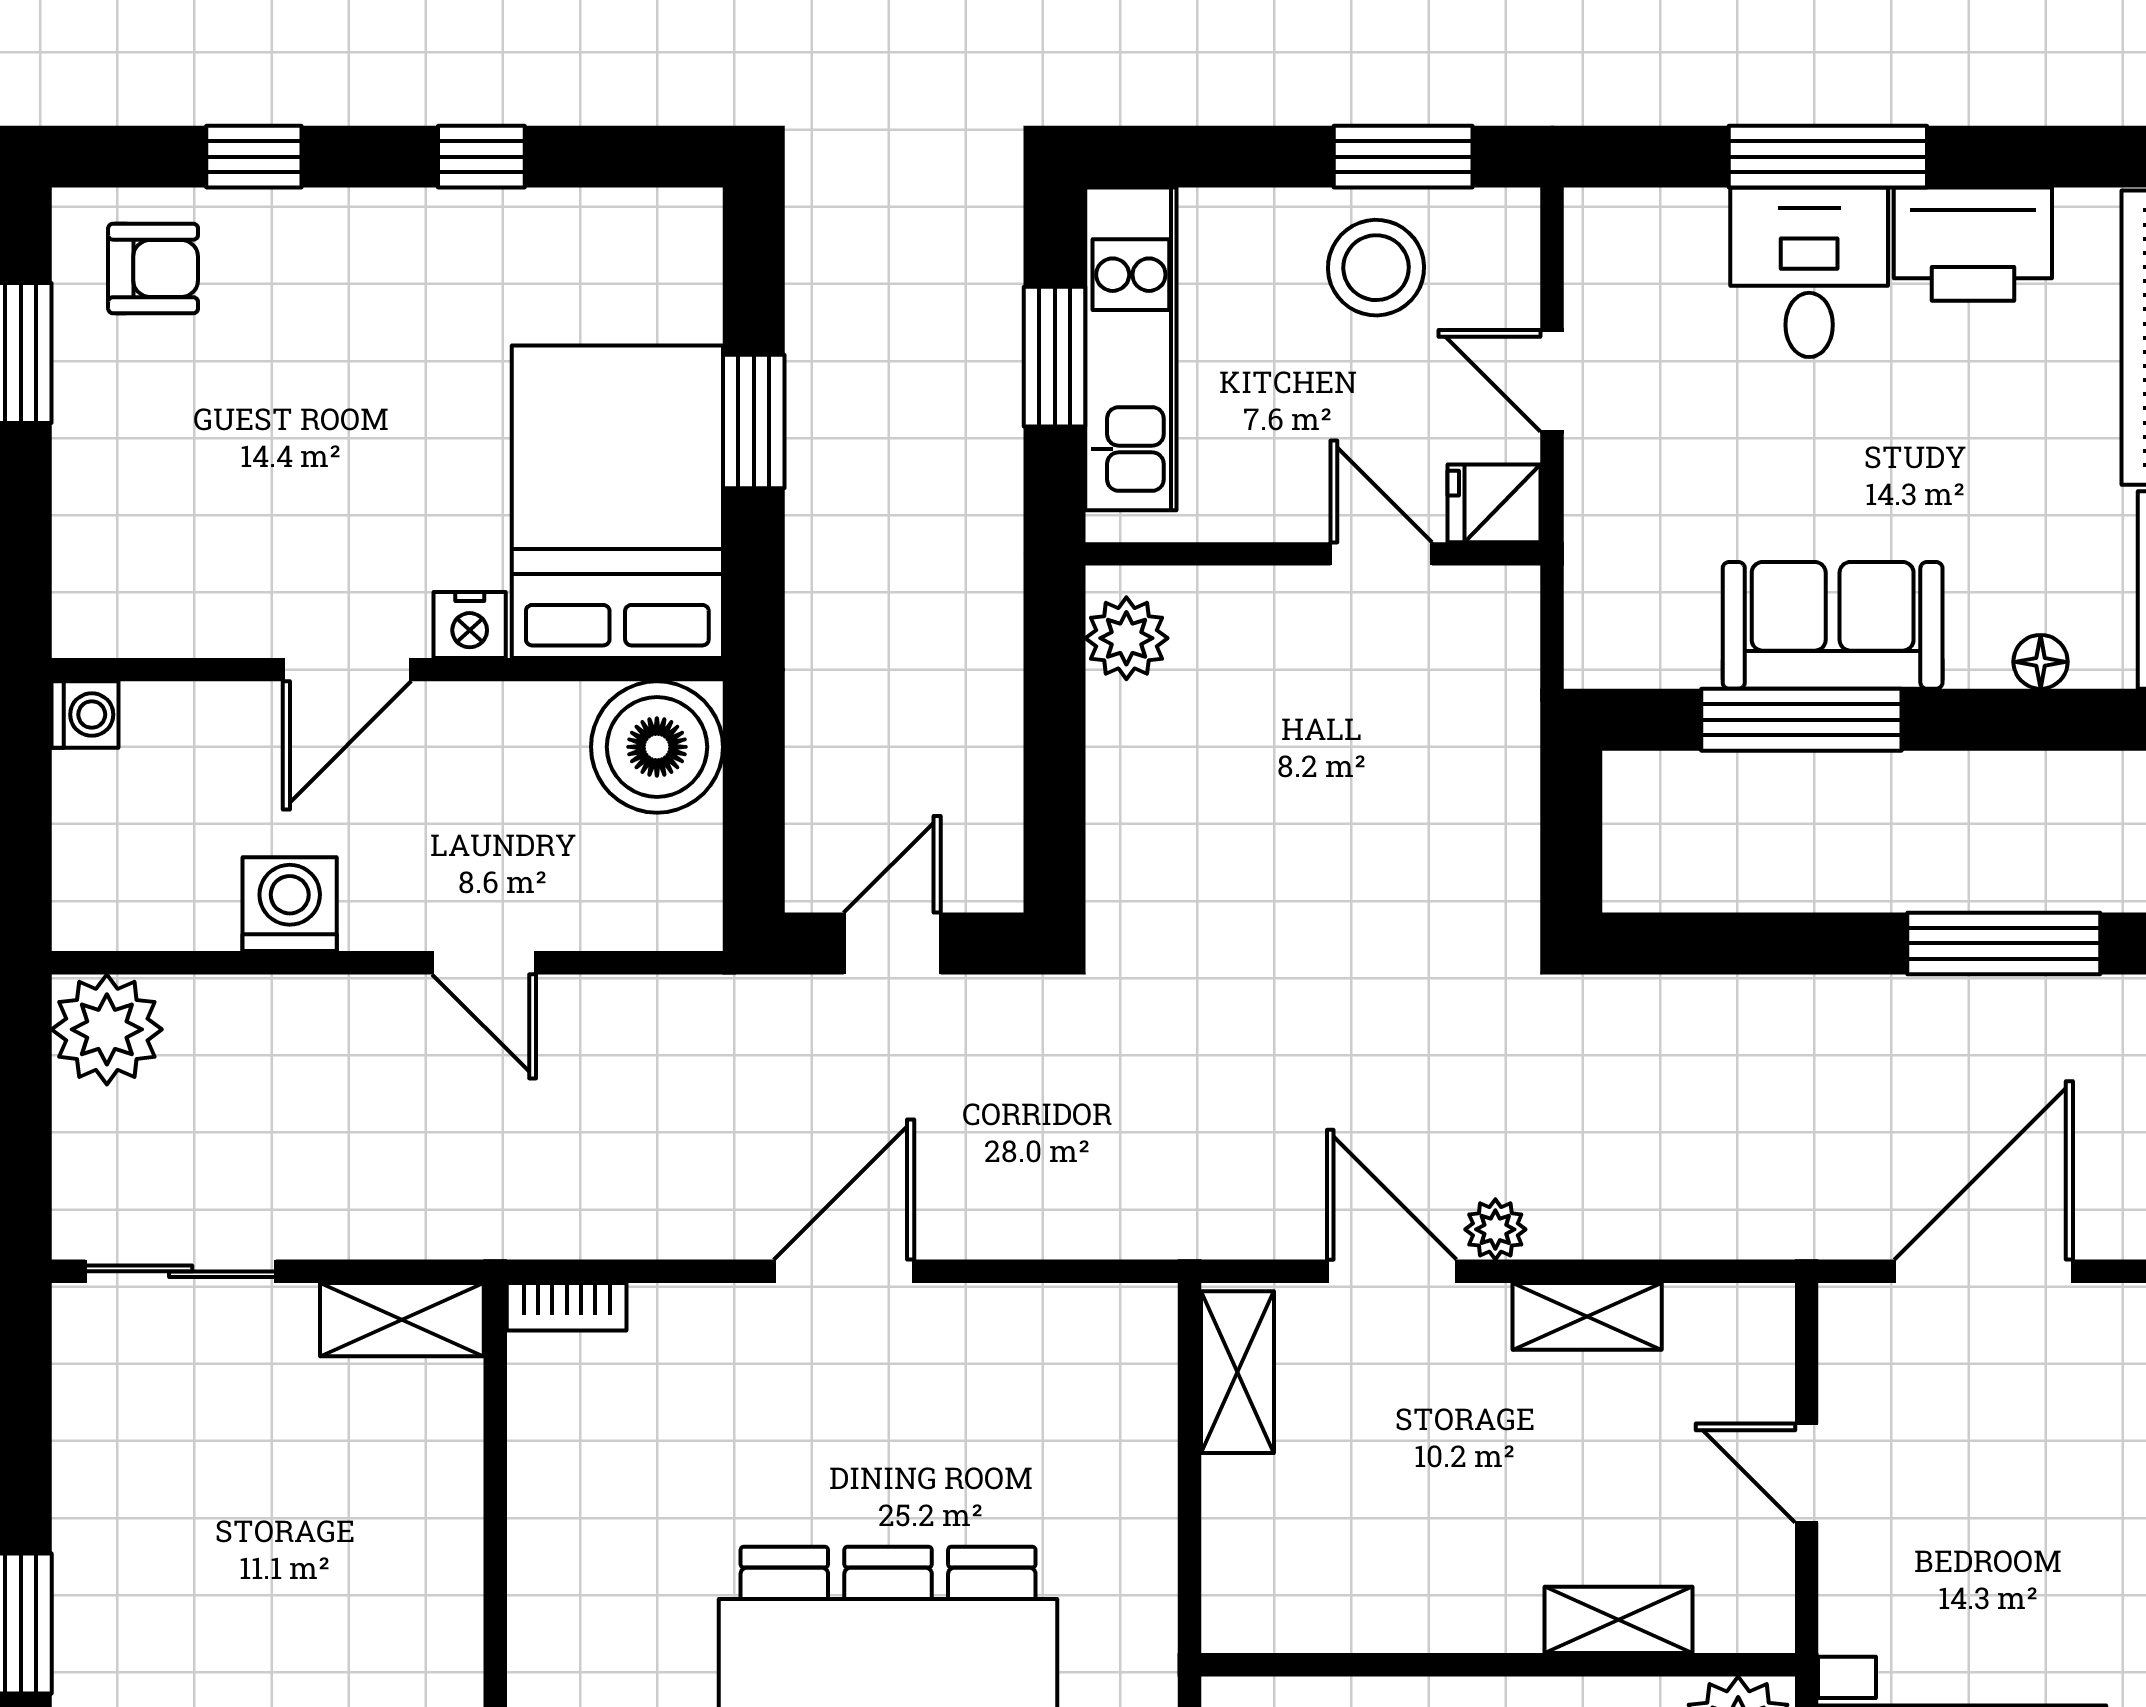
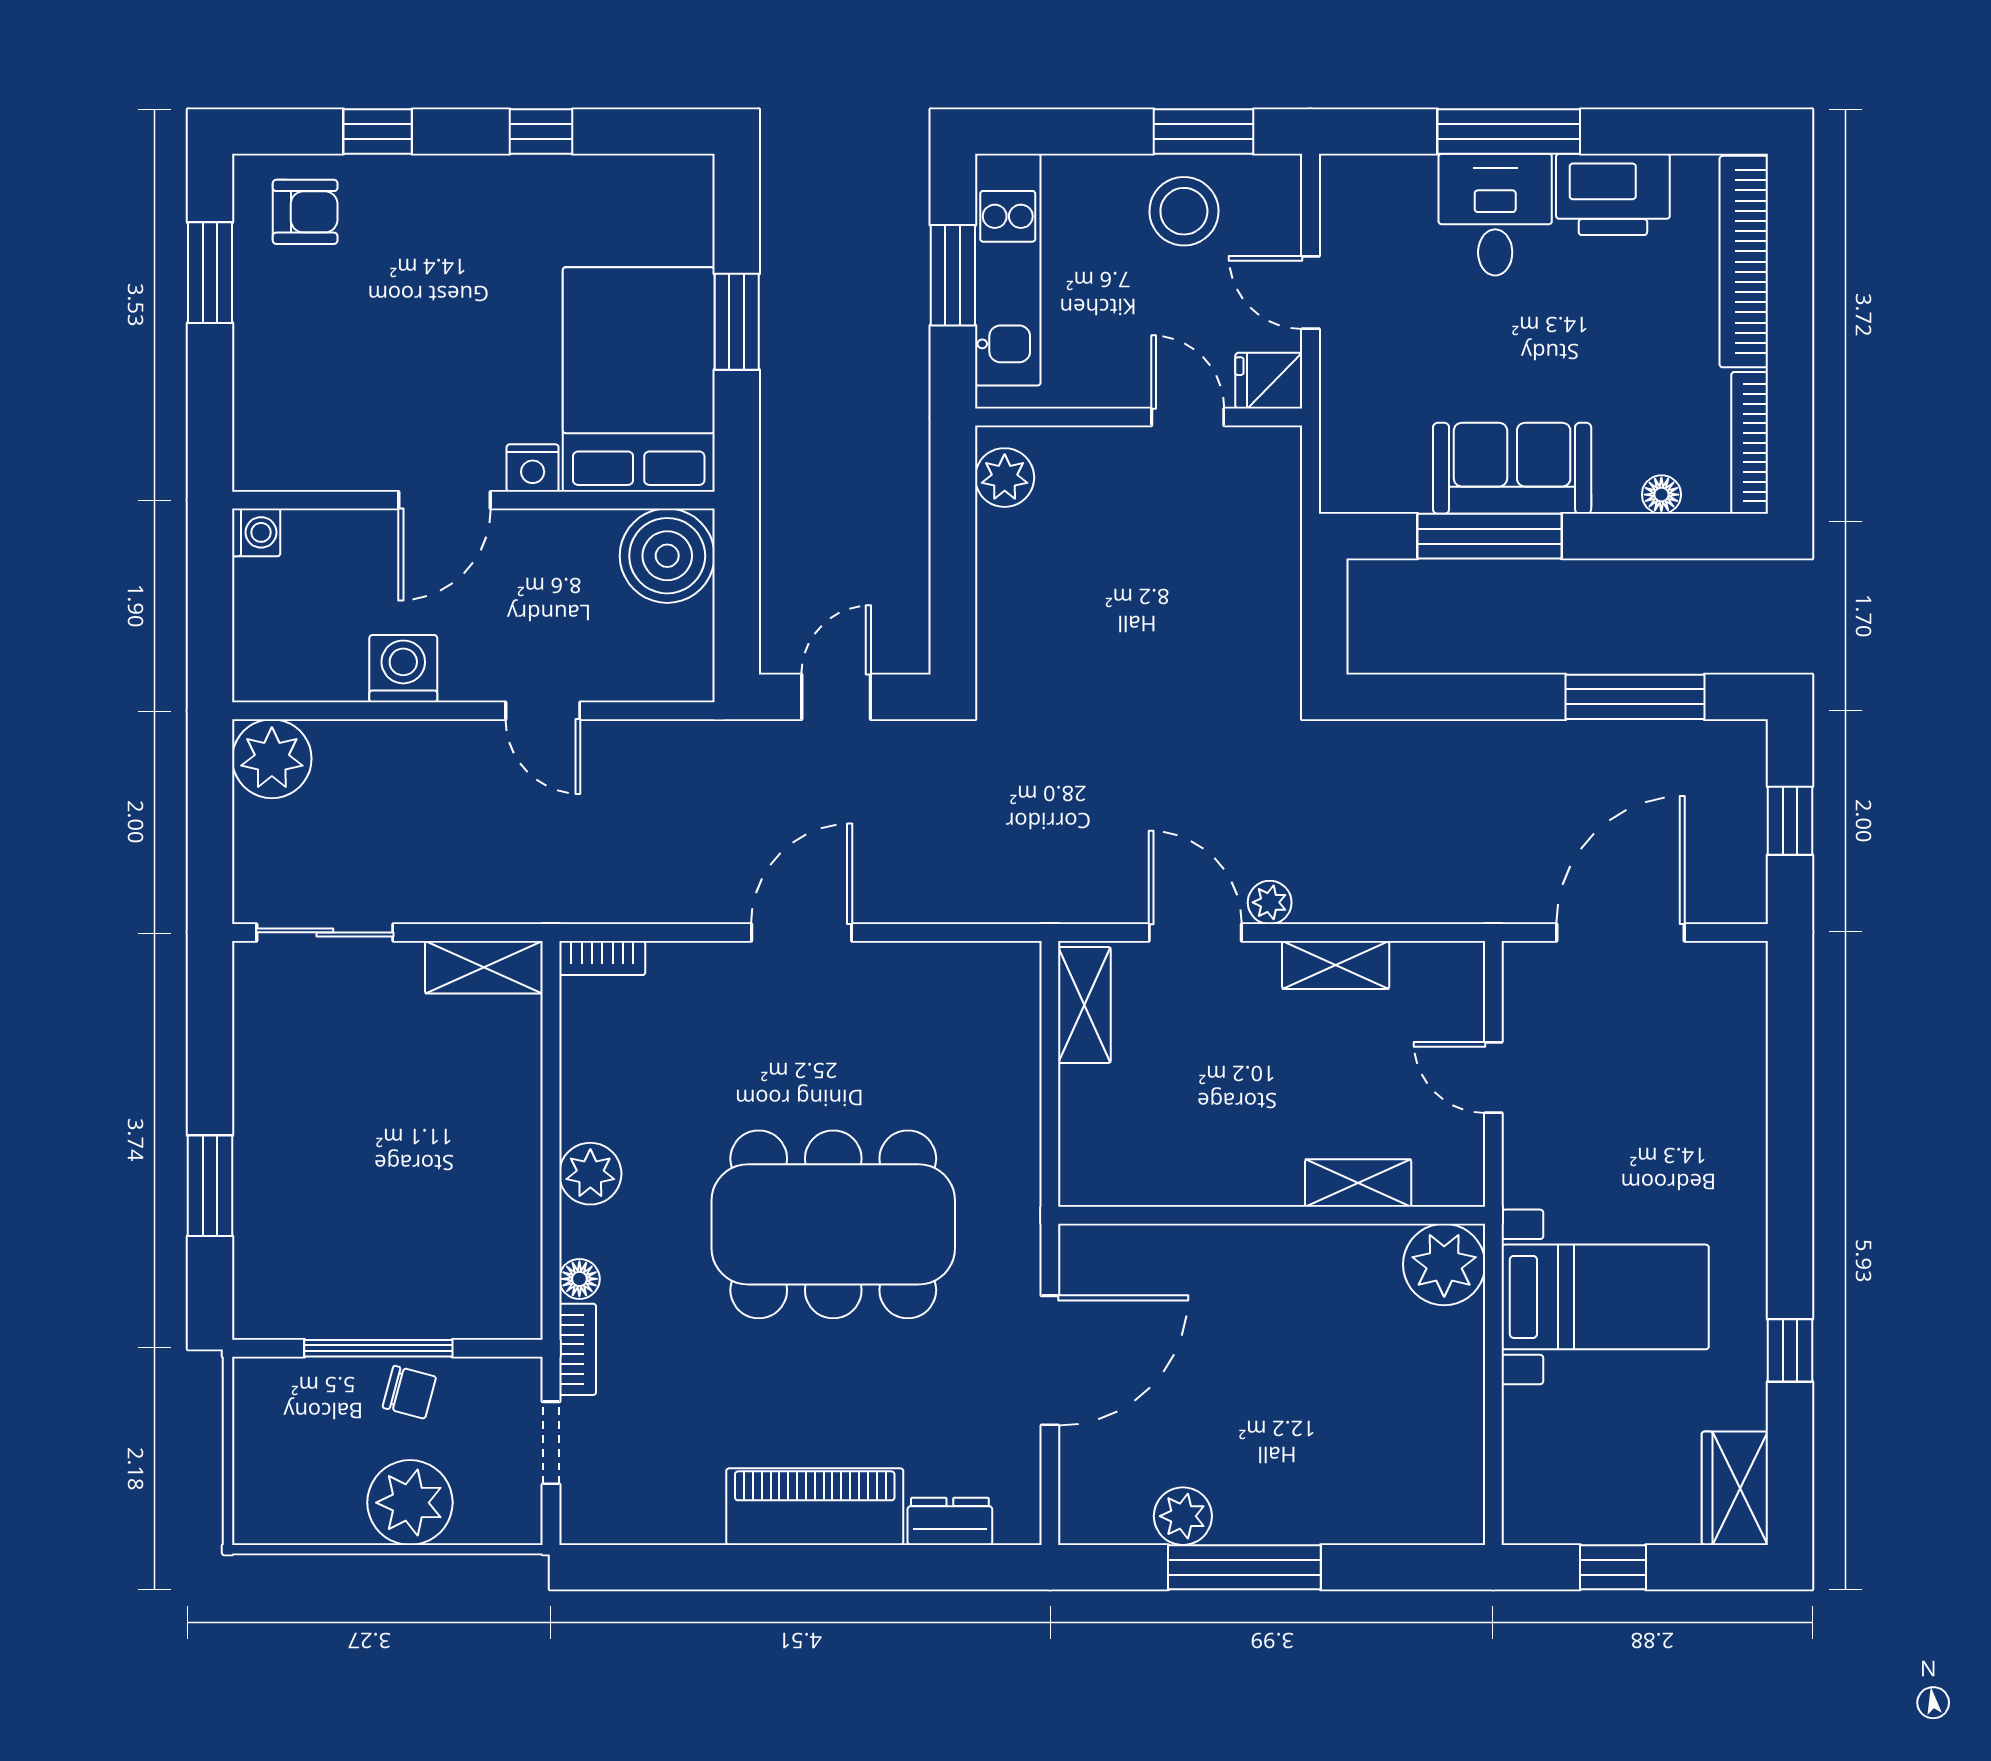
plant: (550, 1607) -> (590, 1174), added

